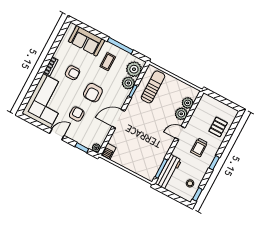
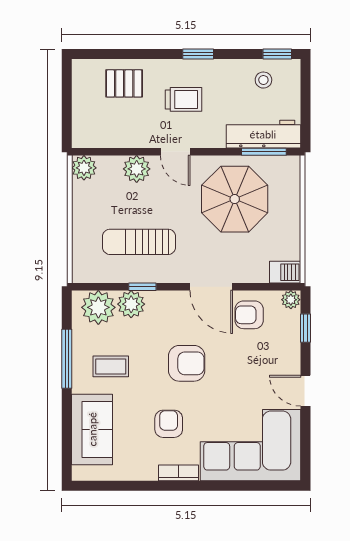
sun lounger: (153, 87) -> (139, 242), moved
plant: (188, 103) -> (84, 168), moved
armchair: (77, 114) -> (249, 315), moved
parasol: (148, 147) -> (235, 199), added

